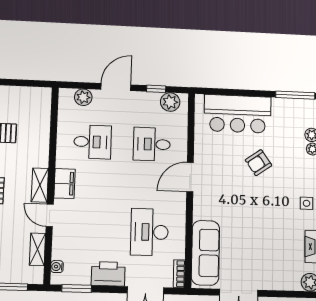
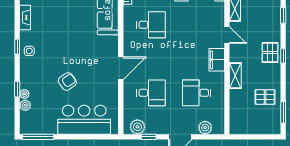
shelving: (40, 185) -> (235, 76), moved
desk: (149, 232) -> (151, 25), width x0.73

